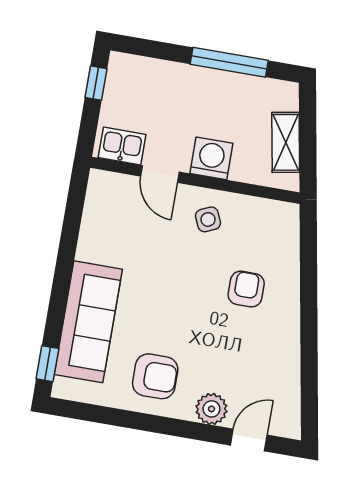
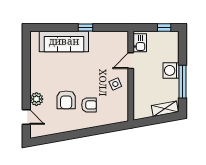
shelving: (286, 142) -> (165, 109), moved
washing machine: (211, 158) -> (171, 70), moved, turned 180
window: (47, 364) -> (85, 27), moved
armchair: (155, 376) -> (66, 100), moved

